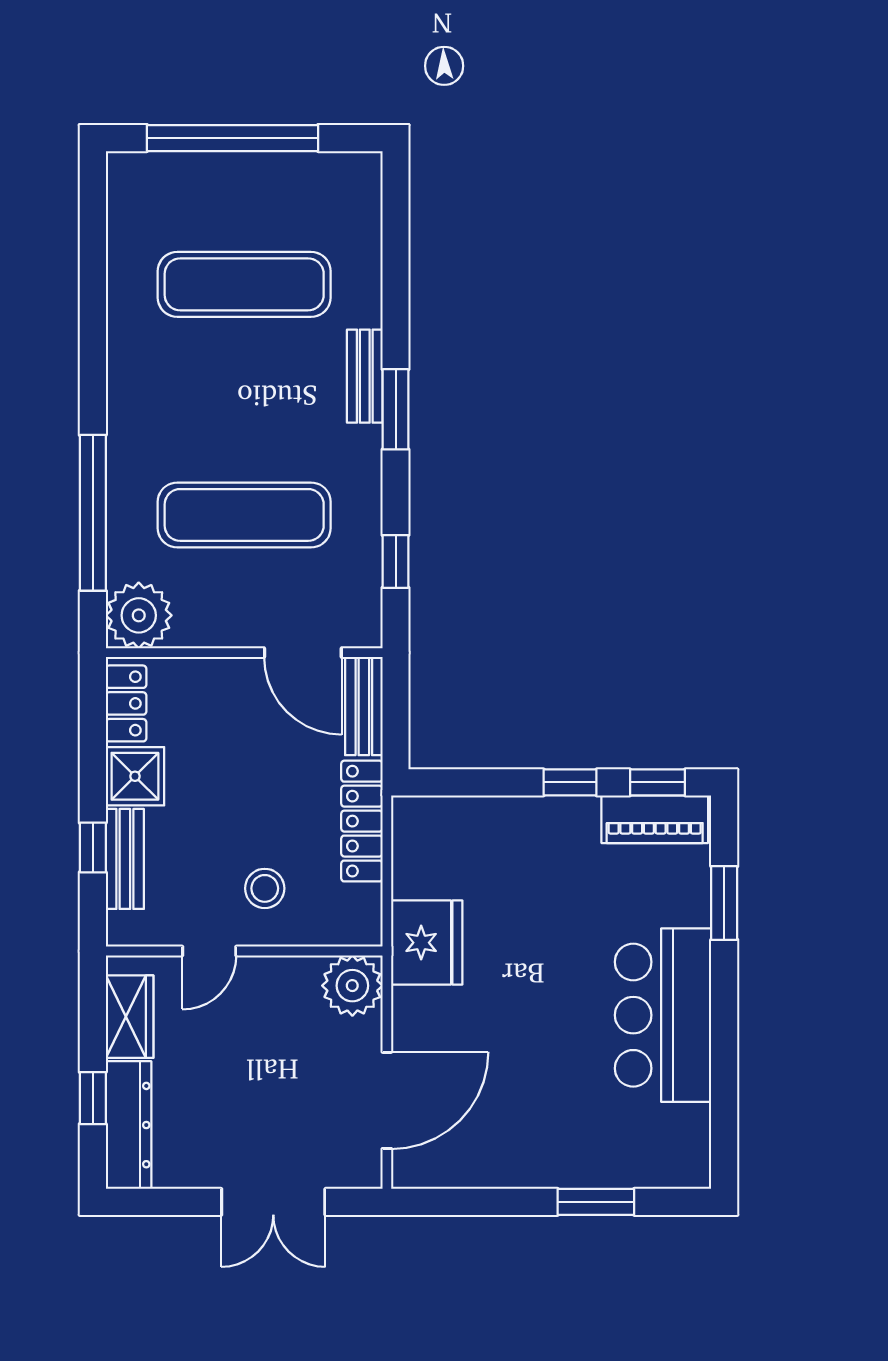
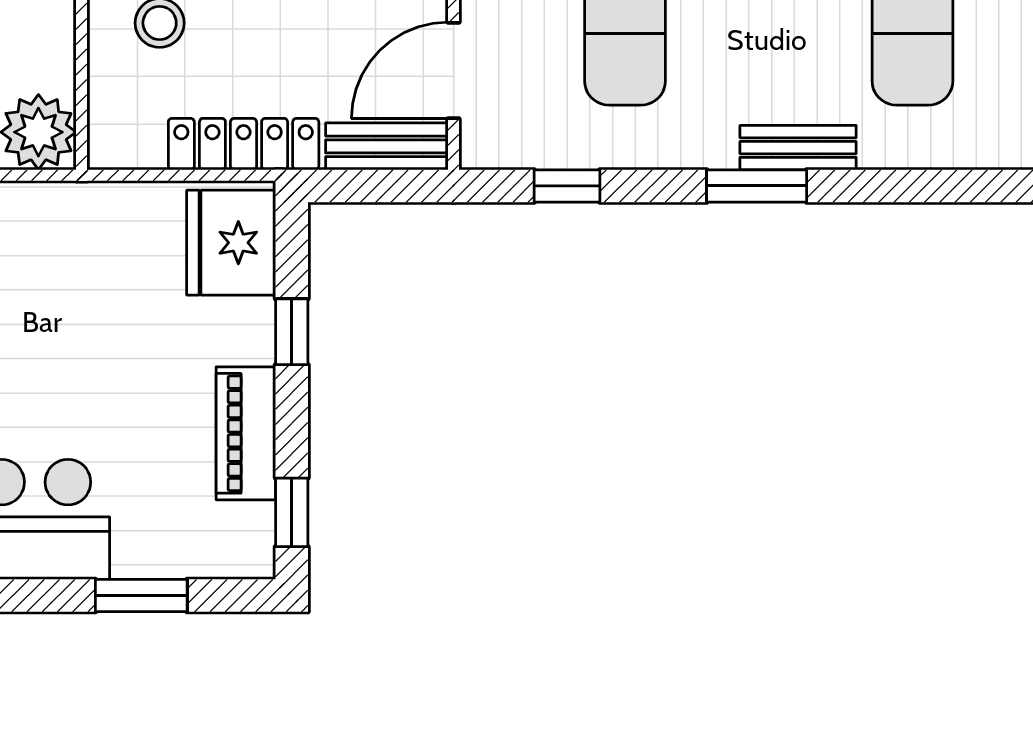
window: (570, 782) -> (292, 332), moved
piano: (655, 819) -> (246, 433), moved
fridge: (427, 943) -> (231, 243), moved, turned 90

